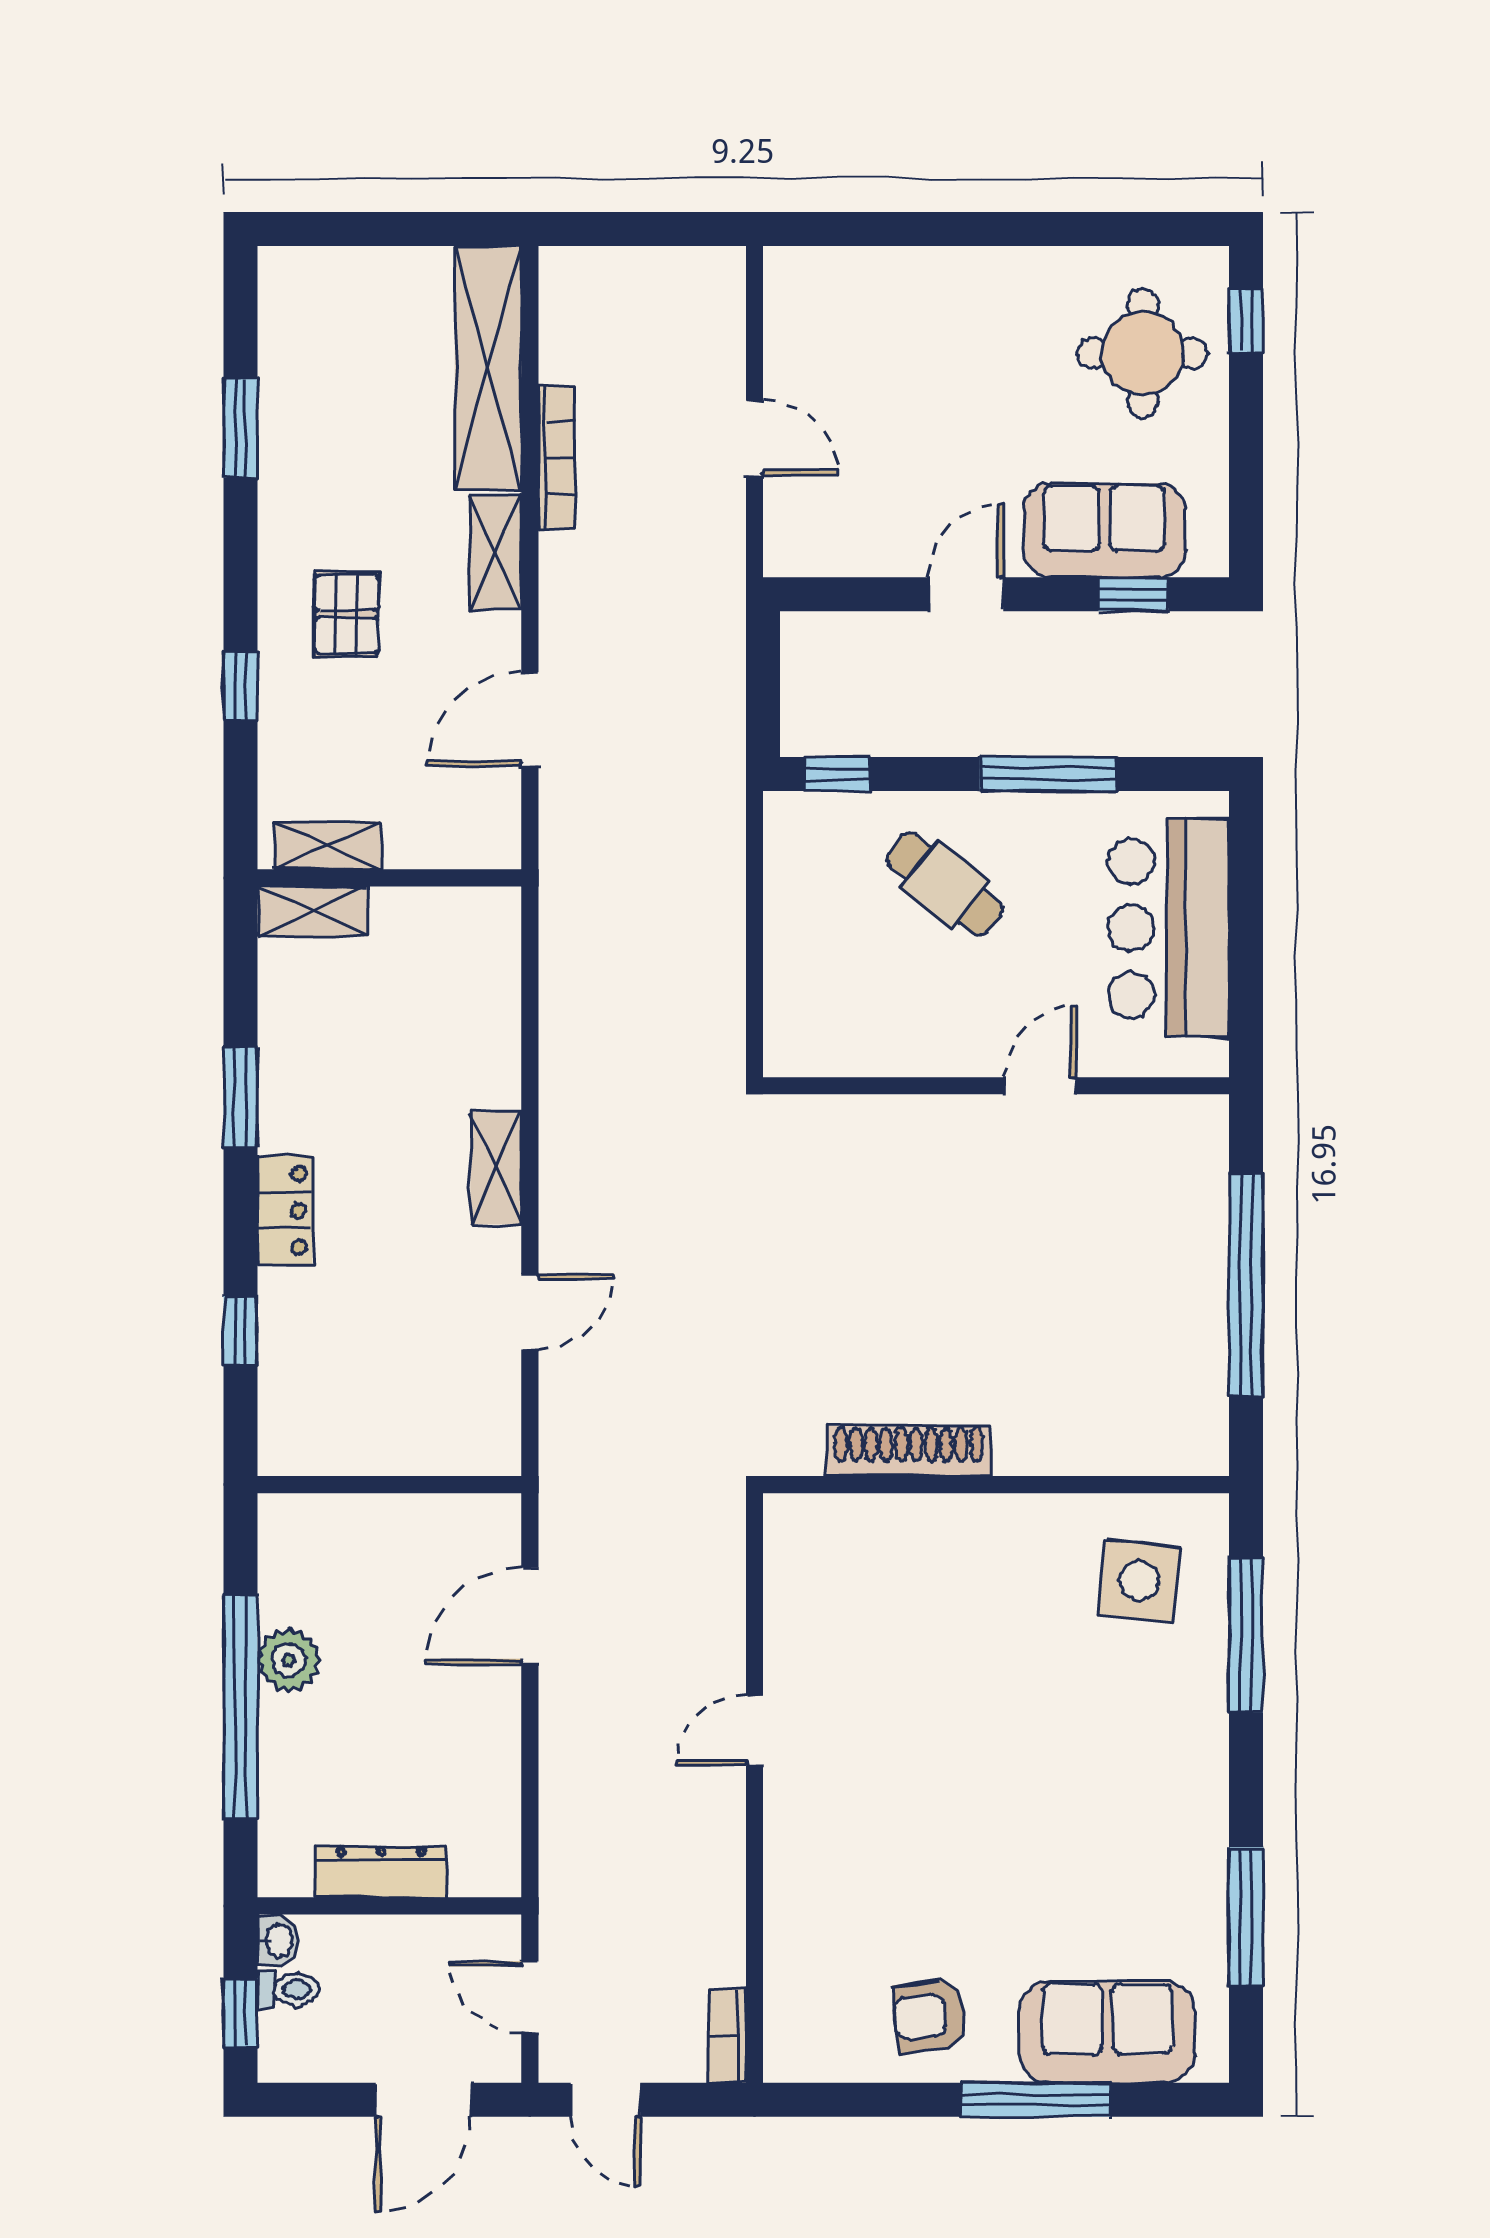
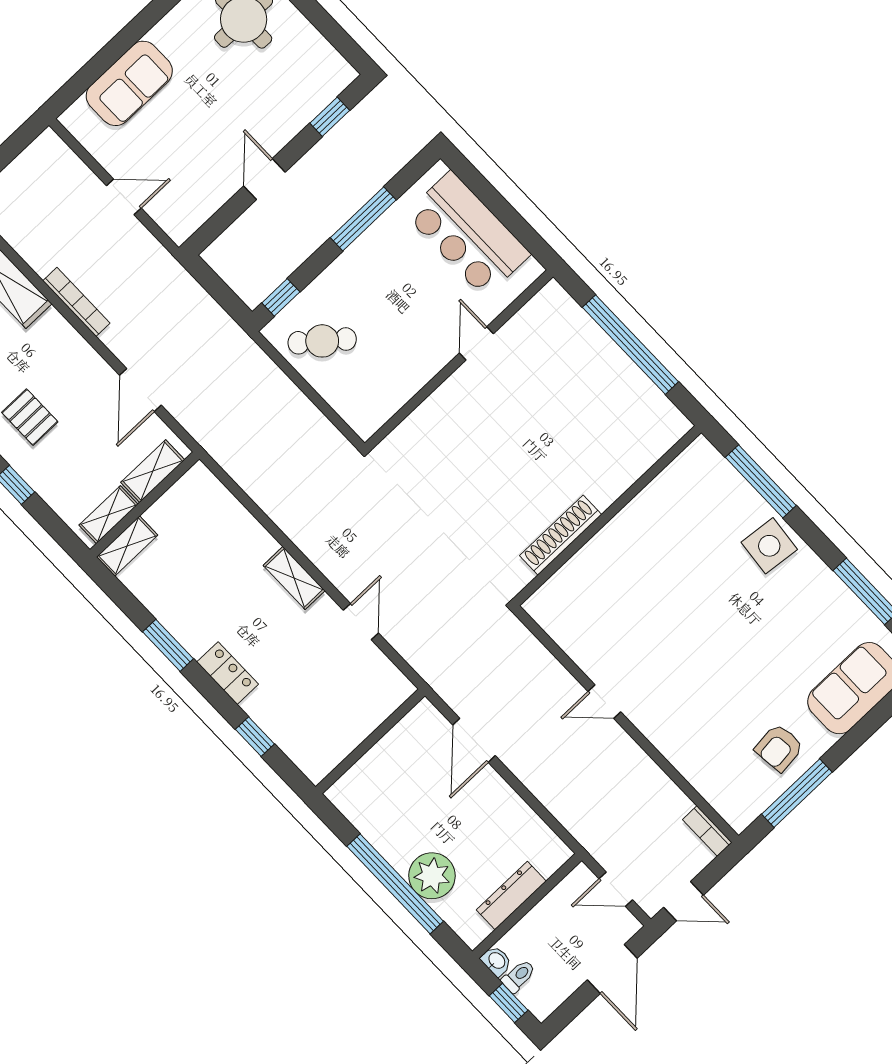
bookcase: (557, 458) -> (76, 302), moved
sofa: (1105, 530) -> (129, 83), moved, turned 180
shelving: (496, 552) -> (153, 471), moved, turned 90
cafe table: (945, 884) -> (322, 341), moved
side table: (1139, 1581) -> (769, 546), moved
plant: (289, 1660) -> (432, 876), moved, width x1.36, depth x1.36
door: (755, 1731) -> (604, 702), hinge flipped
window: (1036, 2100) -> (797, 793), moved

